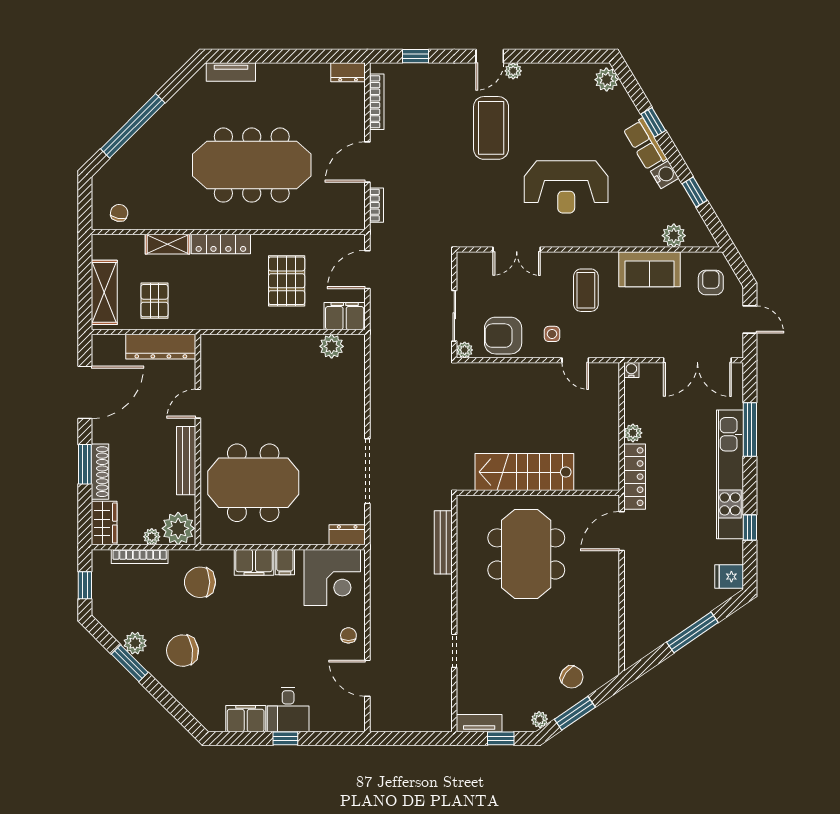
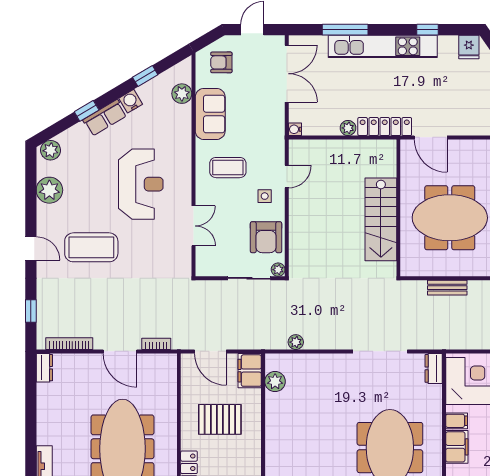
plant: (513, 71) -> (49, 190), moved, width x1.88, depth x1.88
plant: (378, 371) -> (296, 342), added
bench: (443, 542) -> (447, 288), width x0.73

